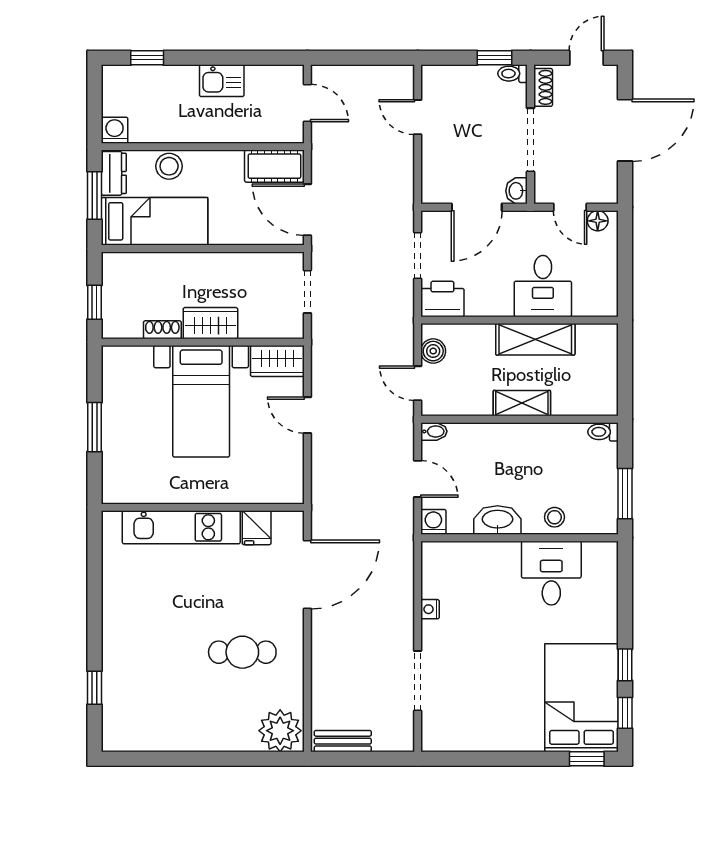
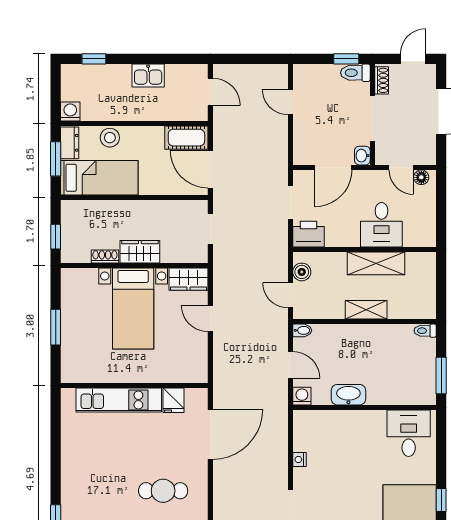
toilet: (513, 74) -> (355, 73), width x1.37, depth x1.39
stool: (554, 517) -> (390, 393), removed
desk: (551, 573) -> (409, 433), moved

